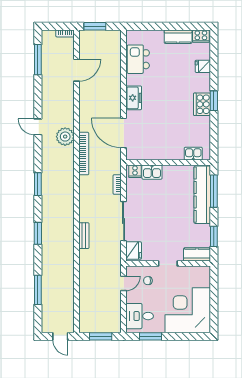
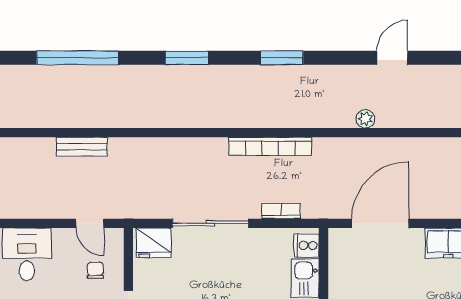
plant: (65, 137) -> (365, 119), width x0.53, depth x0.53
bookcase: (84, 154) -> (270, 147), moved
bench: (84, 236) -> (82, 147), moved
window: (38, 290) -> (78, 58), width x1.46

